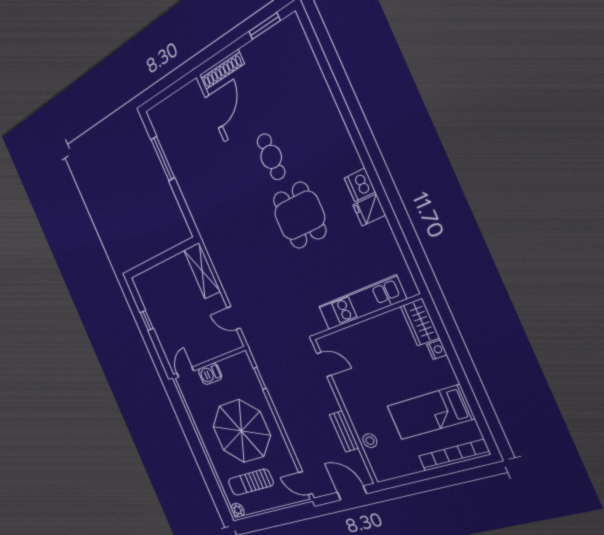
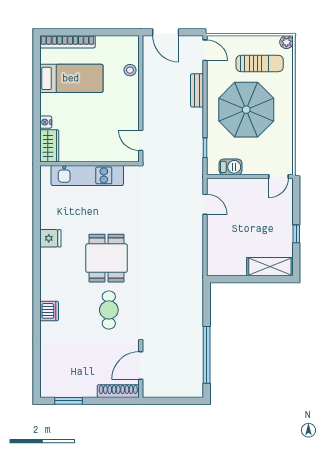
window: (163, 159) -> (207, 355), width x1.46
dishwasher: (360, 185) -> (49, 311), moved
shelving: (202, 271) -> (270, 267), moved, turned 90
barbecue: (210, 374) -> (231, 167), moved
bench: (344, 431) -> (197, 90), moved

